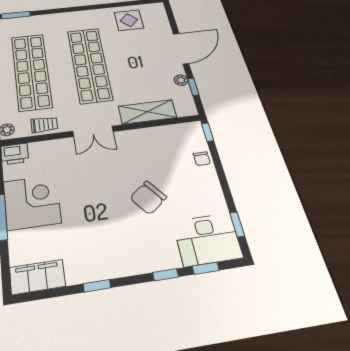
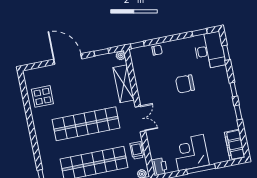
plant: (181, 80) -> (121, 55), moved
chair: (148, 198) -> (185, 84), turned 128
window: (165, 275) -> (233, 90), moved

